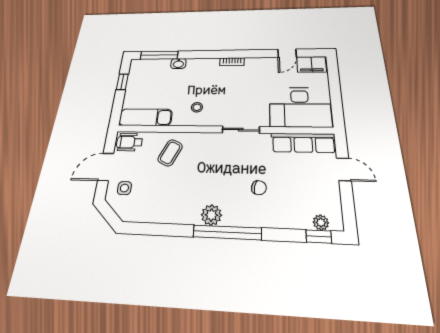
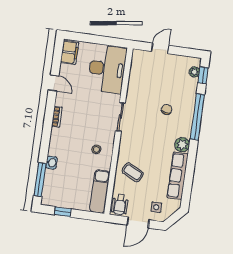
door: (287, 53) -> (54, 83), moved
row of seats: (303, 143) -> (178, 176), moved, turned 180
door: (106, 167) -> (138, 222), hinge flipped
window: (227, 232) -> (197, 117), moved

